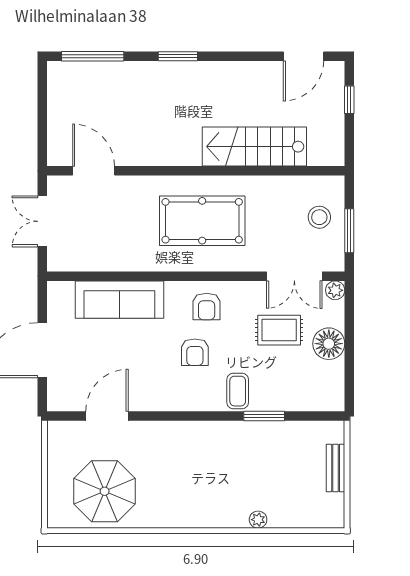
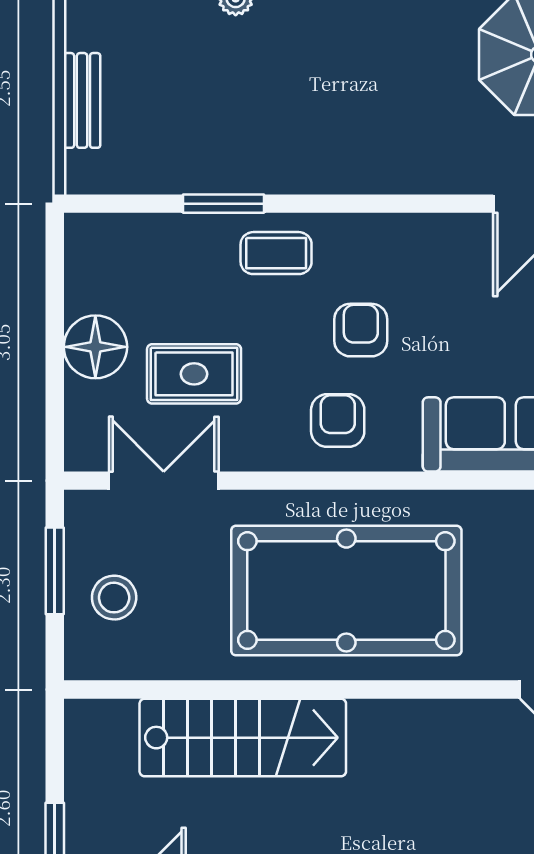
pool table: (202, 221) -> (346, 591), width x1.36, depth x1.32
plant: (335, 290) -> (83, 453), removed
coffee table: (238, 391) -> (276, 253), turned 90

